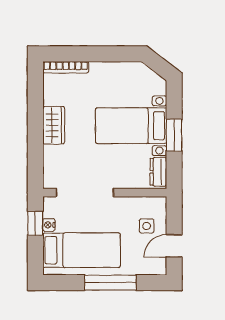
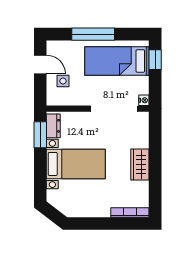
window: (174, 135) -> (40, 135), moved
window: (35, 223) -> (155, 60), moved
nightstand: (49, 225) -> (144, 100), moved
door: (174, 246) -> (40, 65), hinge flipped

